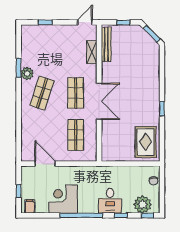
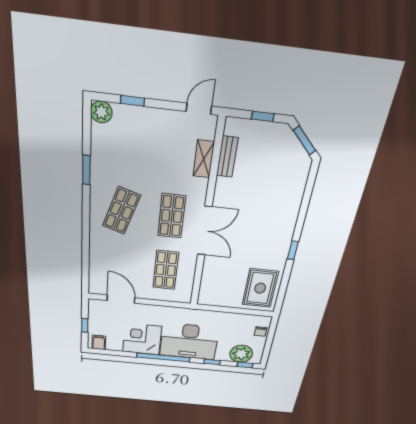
bench: (106, 44) -> (227, 157), width x0.73
plant: (27, 73) -> (101, 112), moved
desk: (110, 201) -> (189, 341), width x1.87, depth x1.30

